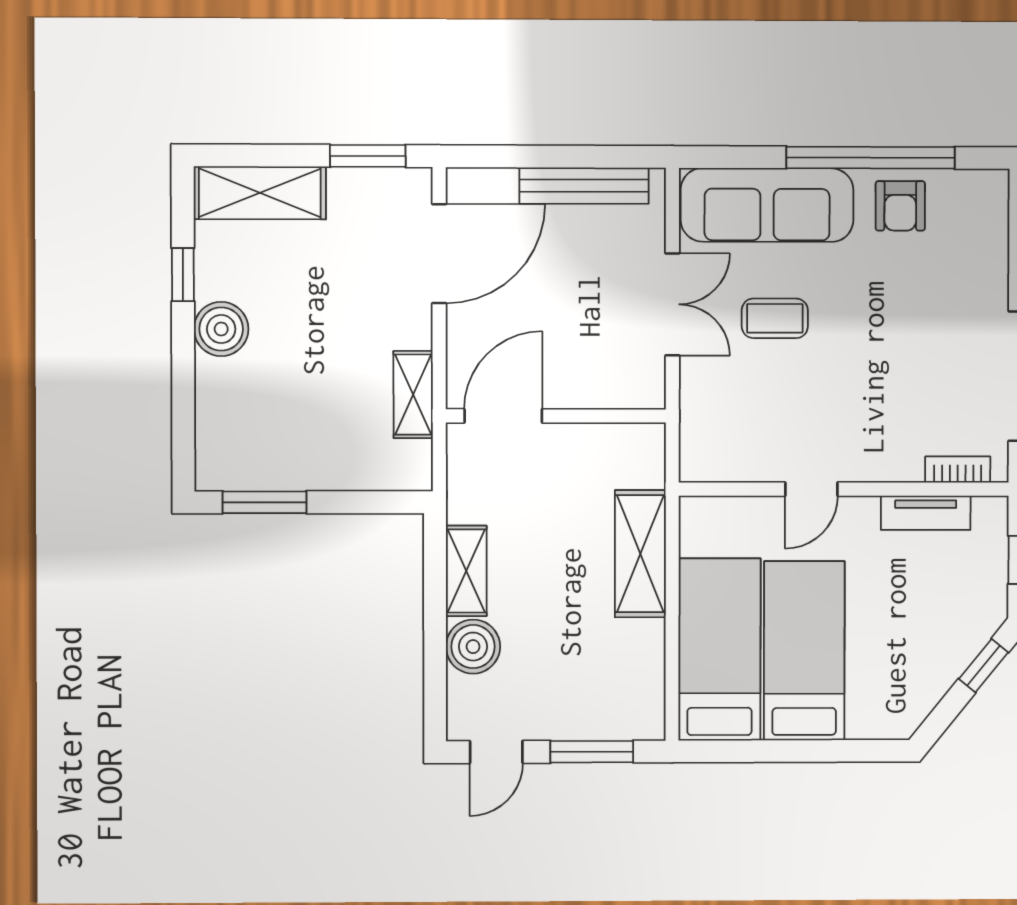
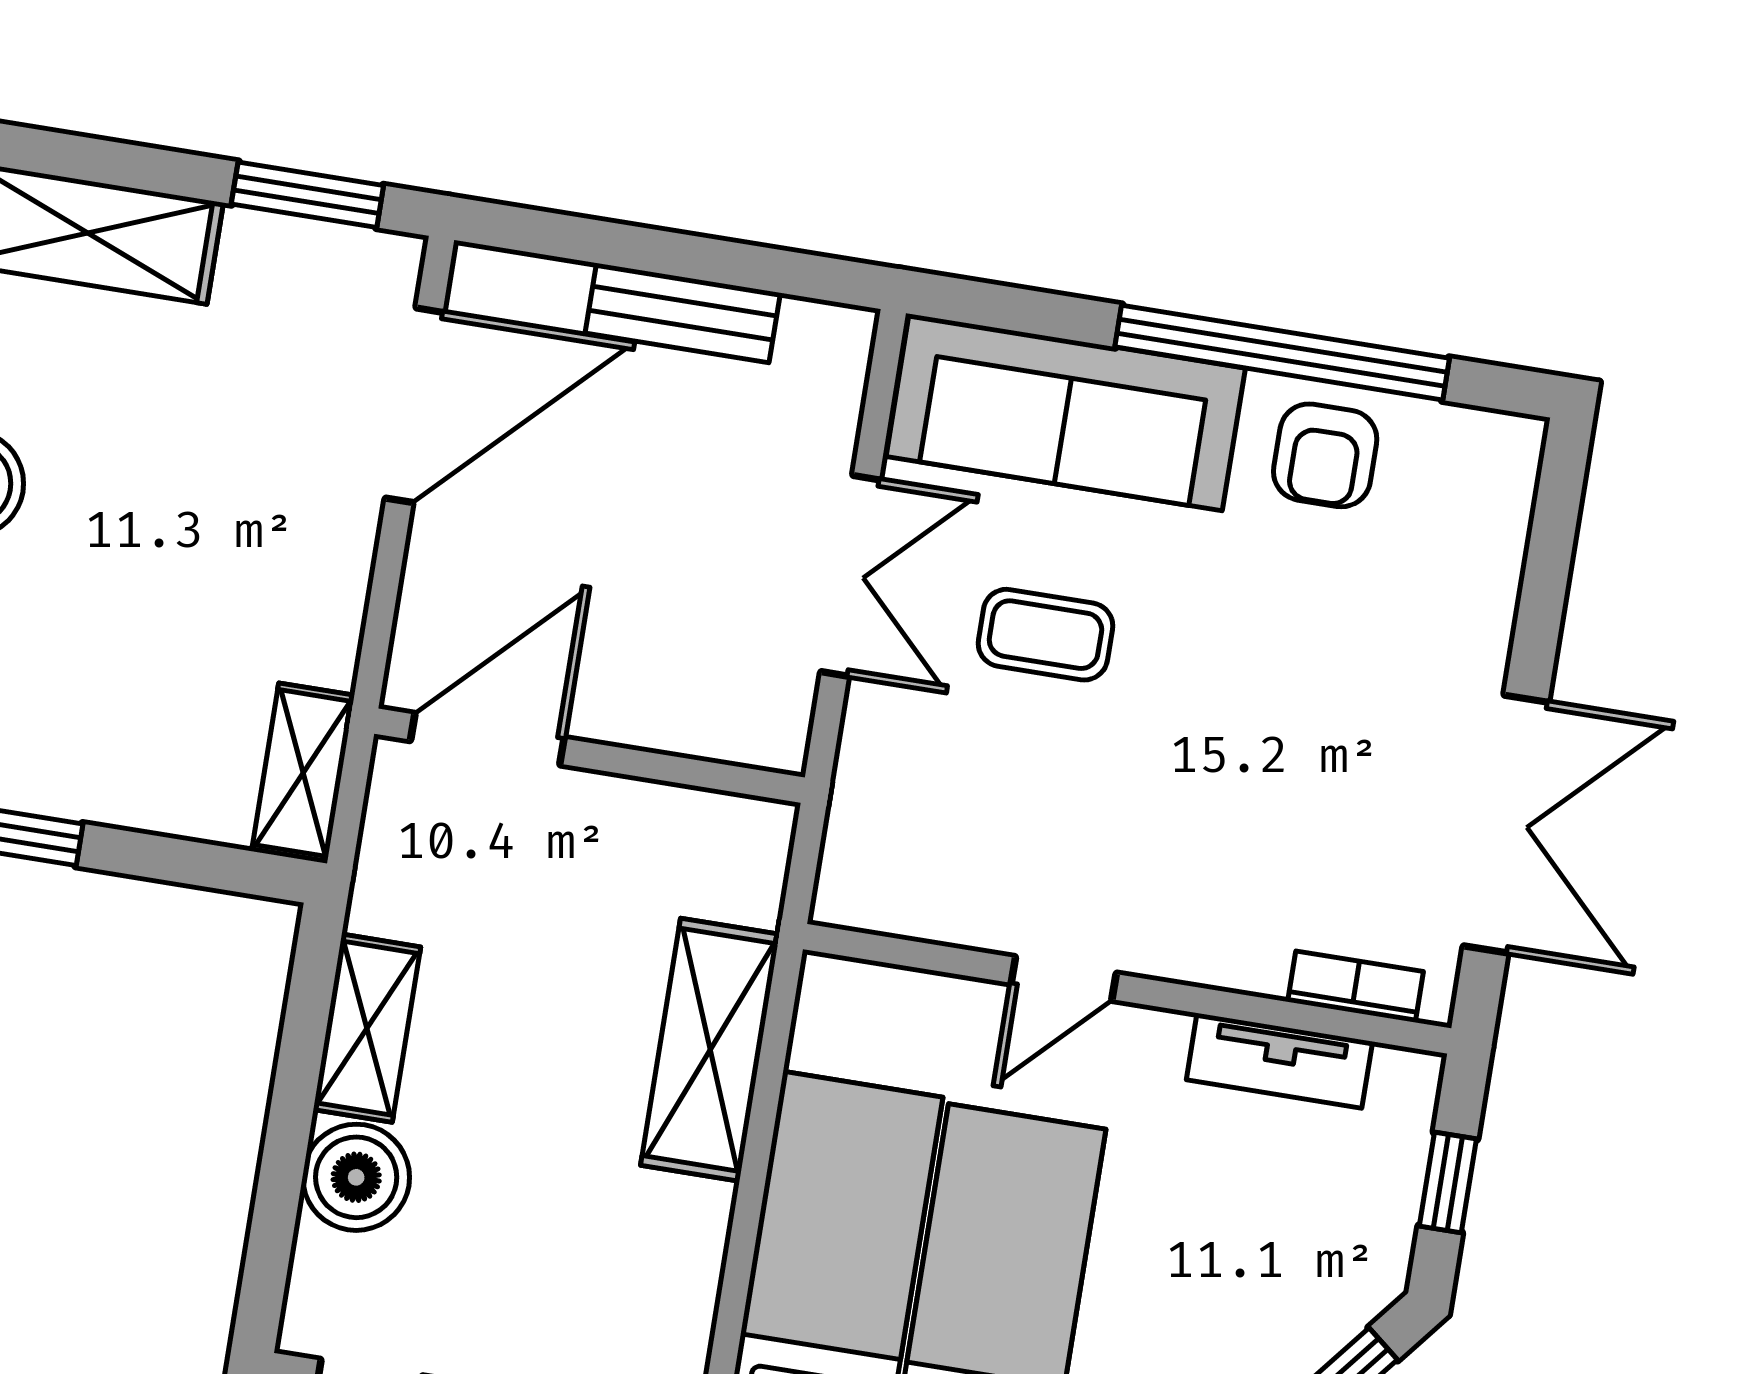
bench: (584, 186) -> (683, 313), width x0.73
shelving: (413, 395) -> (303, 773), moved

